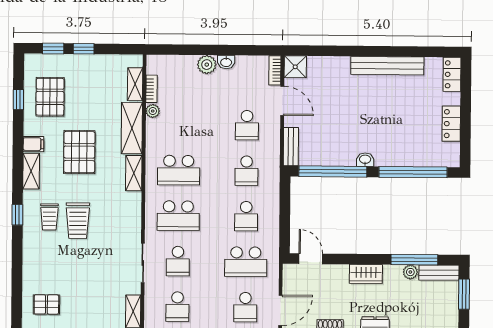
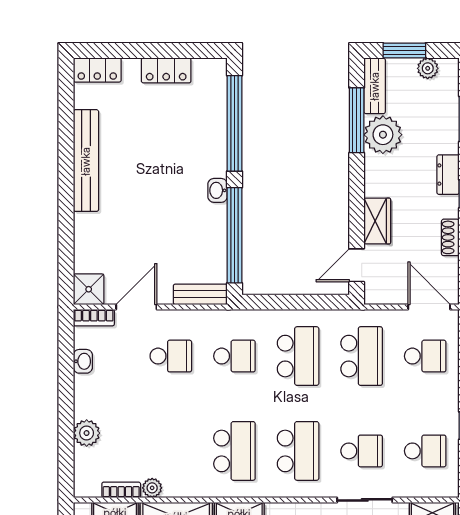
washbasin: (226, 62) -> (83, 361), moved
plant: (207, 65) -> (87, 433), moved
school desk: (246, 216) -> (298, 356), width x1.85
plant: (410, 272) -> (383, 135), width x1.87, depth x1.87
wardrobe: (366, 274) -> (377, 221), moved
plant: (451, 311) -> (428, 68), added

